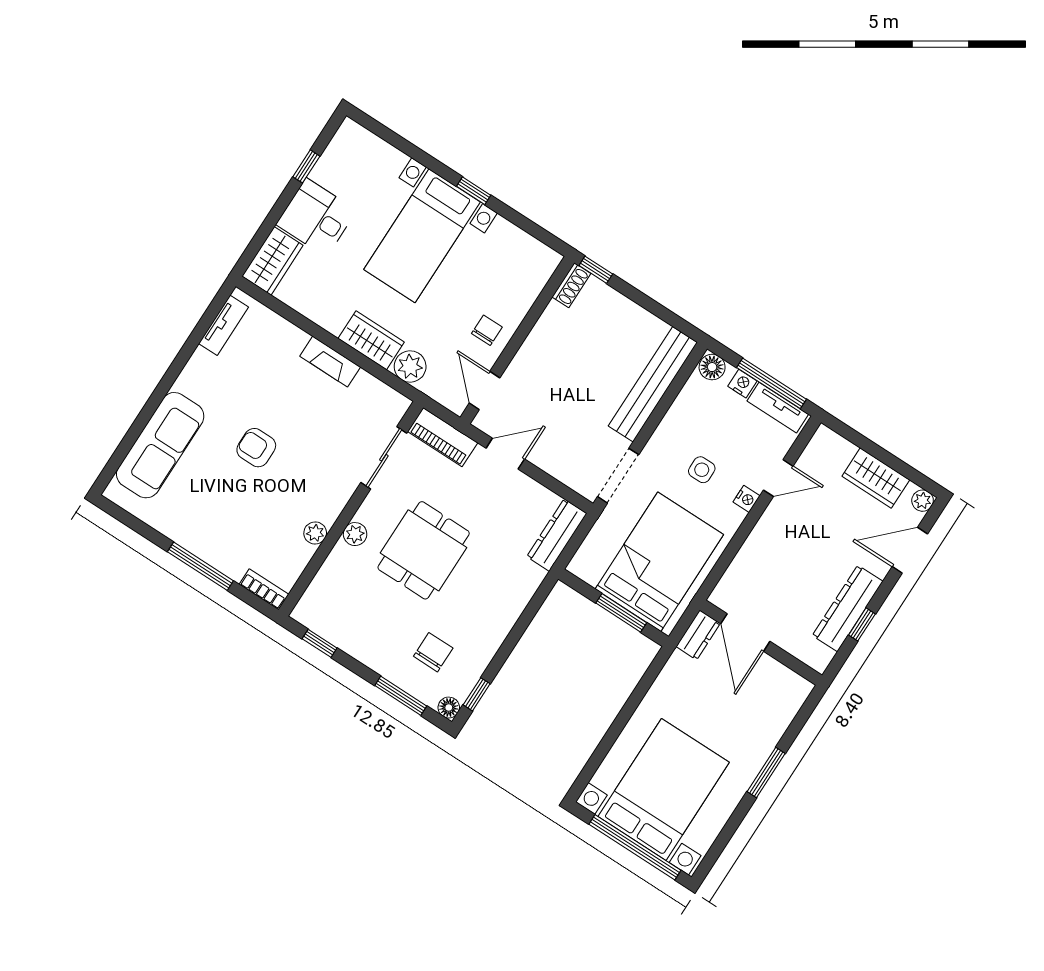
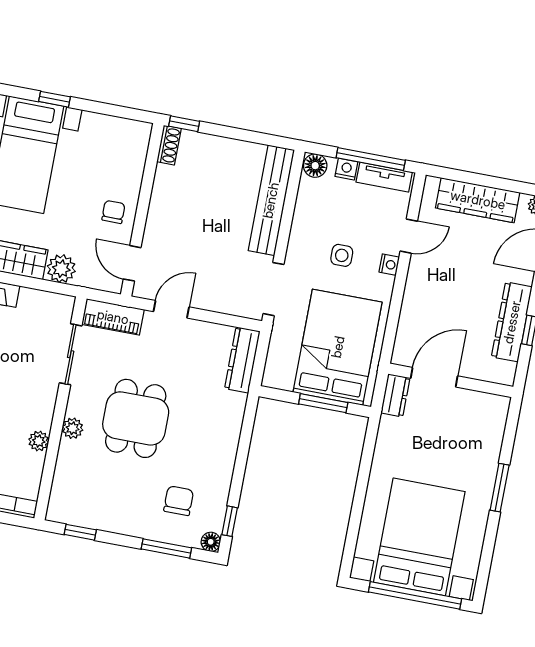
wardrobe: (876, 478) -> (478, 200), width x1.50
door: (745, 633) -> (434, 377), swing flipped

